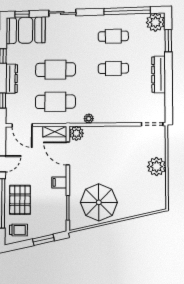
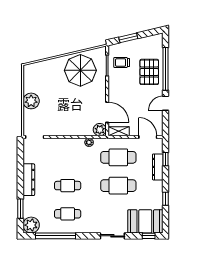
dresser: (12, 79) -> (158, 167), moved
filing cabinet: (59, 182) -> (115, 87), removed
trolley: (18, 230) -> (122, 62), moved

